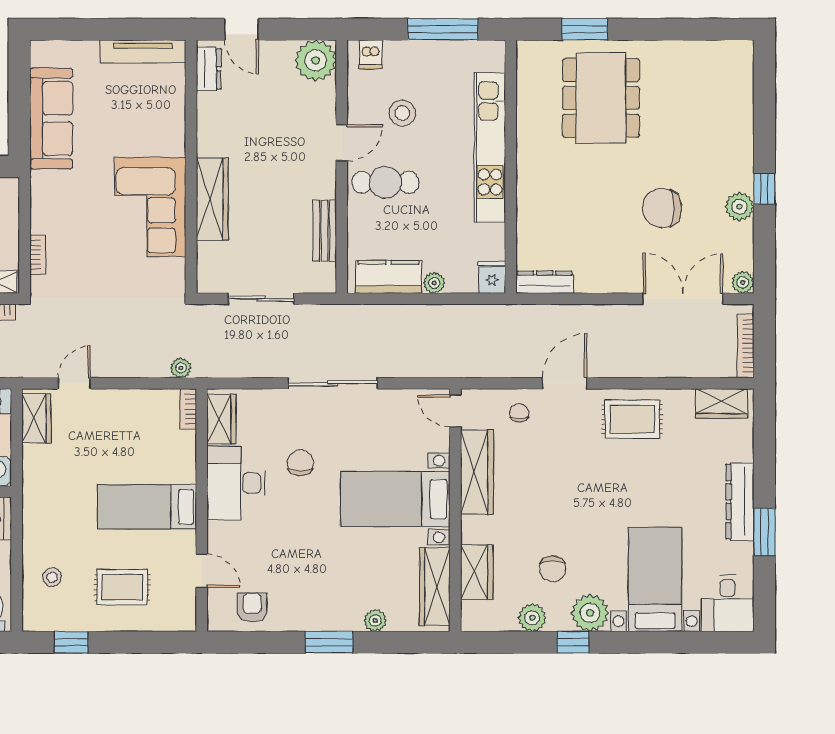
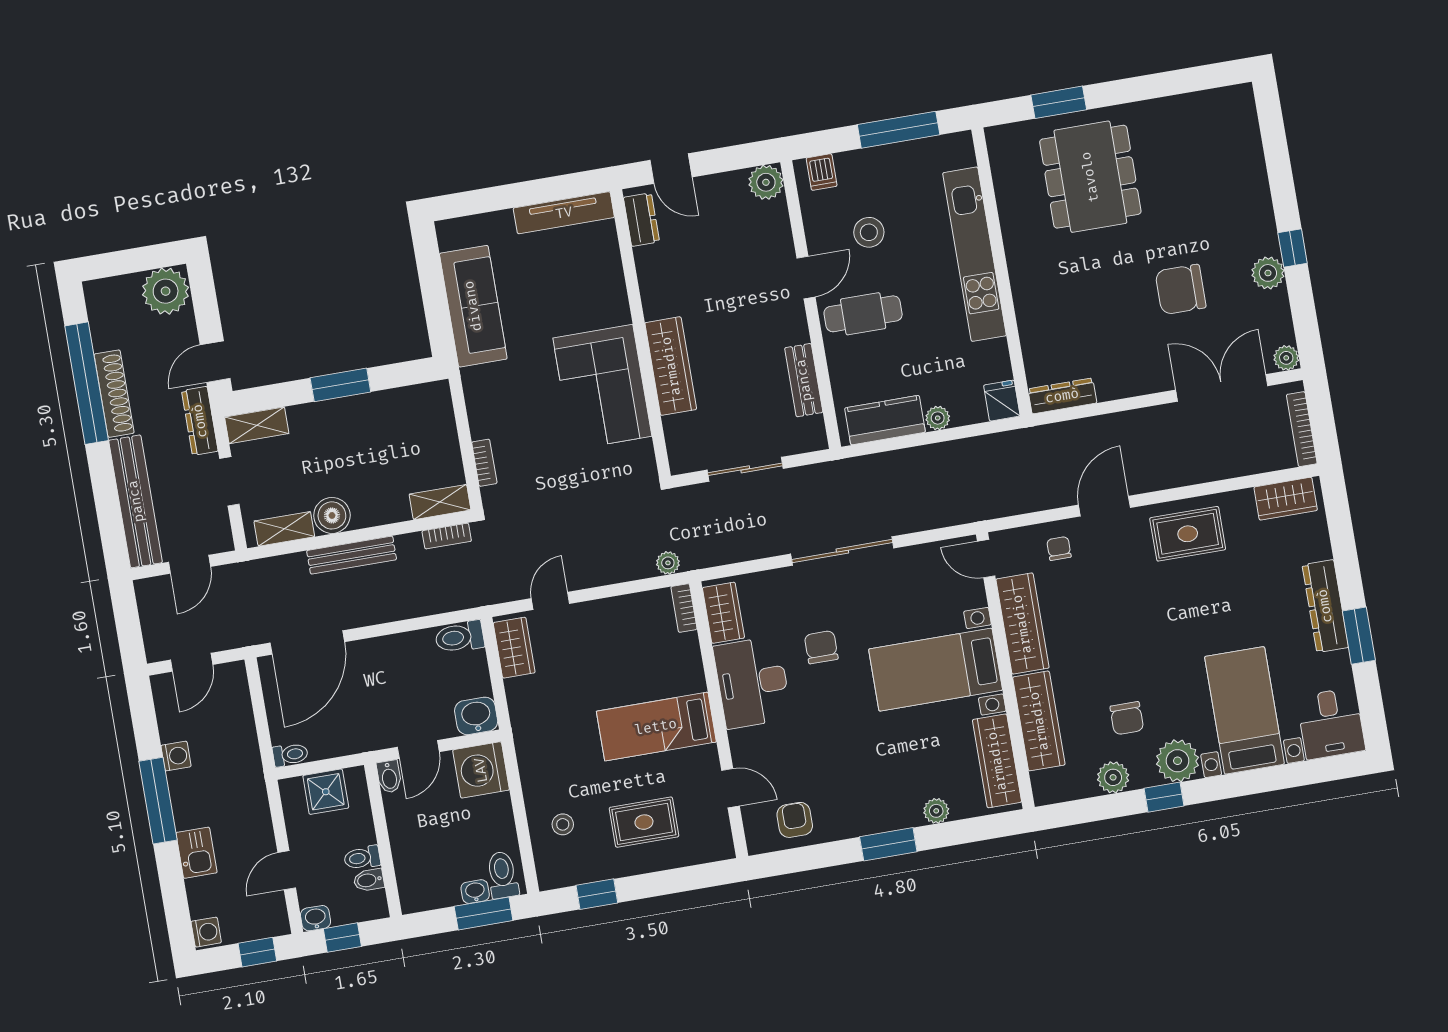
plant: (316, 60) -> (766, 182), width x0.73, depth x0.73
wardrobe: (477, 572) -> (1039, 721), width x1.50

